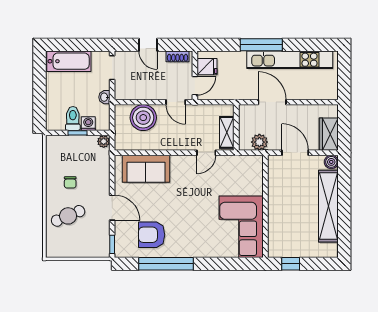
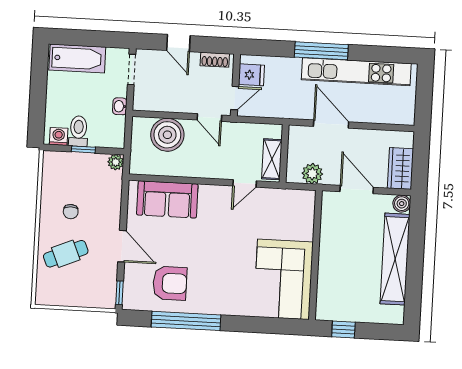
washing machine: (88, 124) -> (59, 136), moved
armchair: (152, 235) -> (170, 283), turned 180

